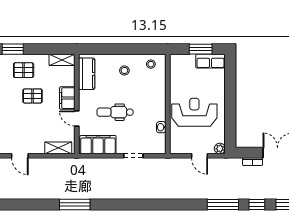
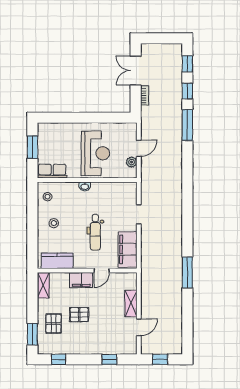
row of seats: (210, 61) -> (52, 171), moved, turned -90
pallet: (32, 96) -> (79, 315), turned 90
reception desk: (194, 112) -> (95, 153), turned 180
washbasin: (161, 127) -> (85, 186), moved
shelving: (58, 148) -> (131, 303), moved
plant: (220, 149) -> (132, 162), moved

